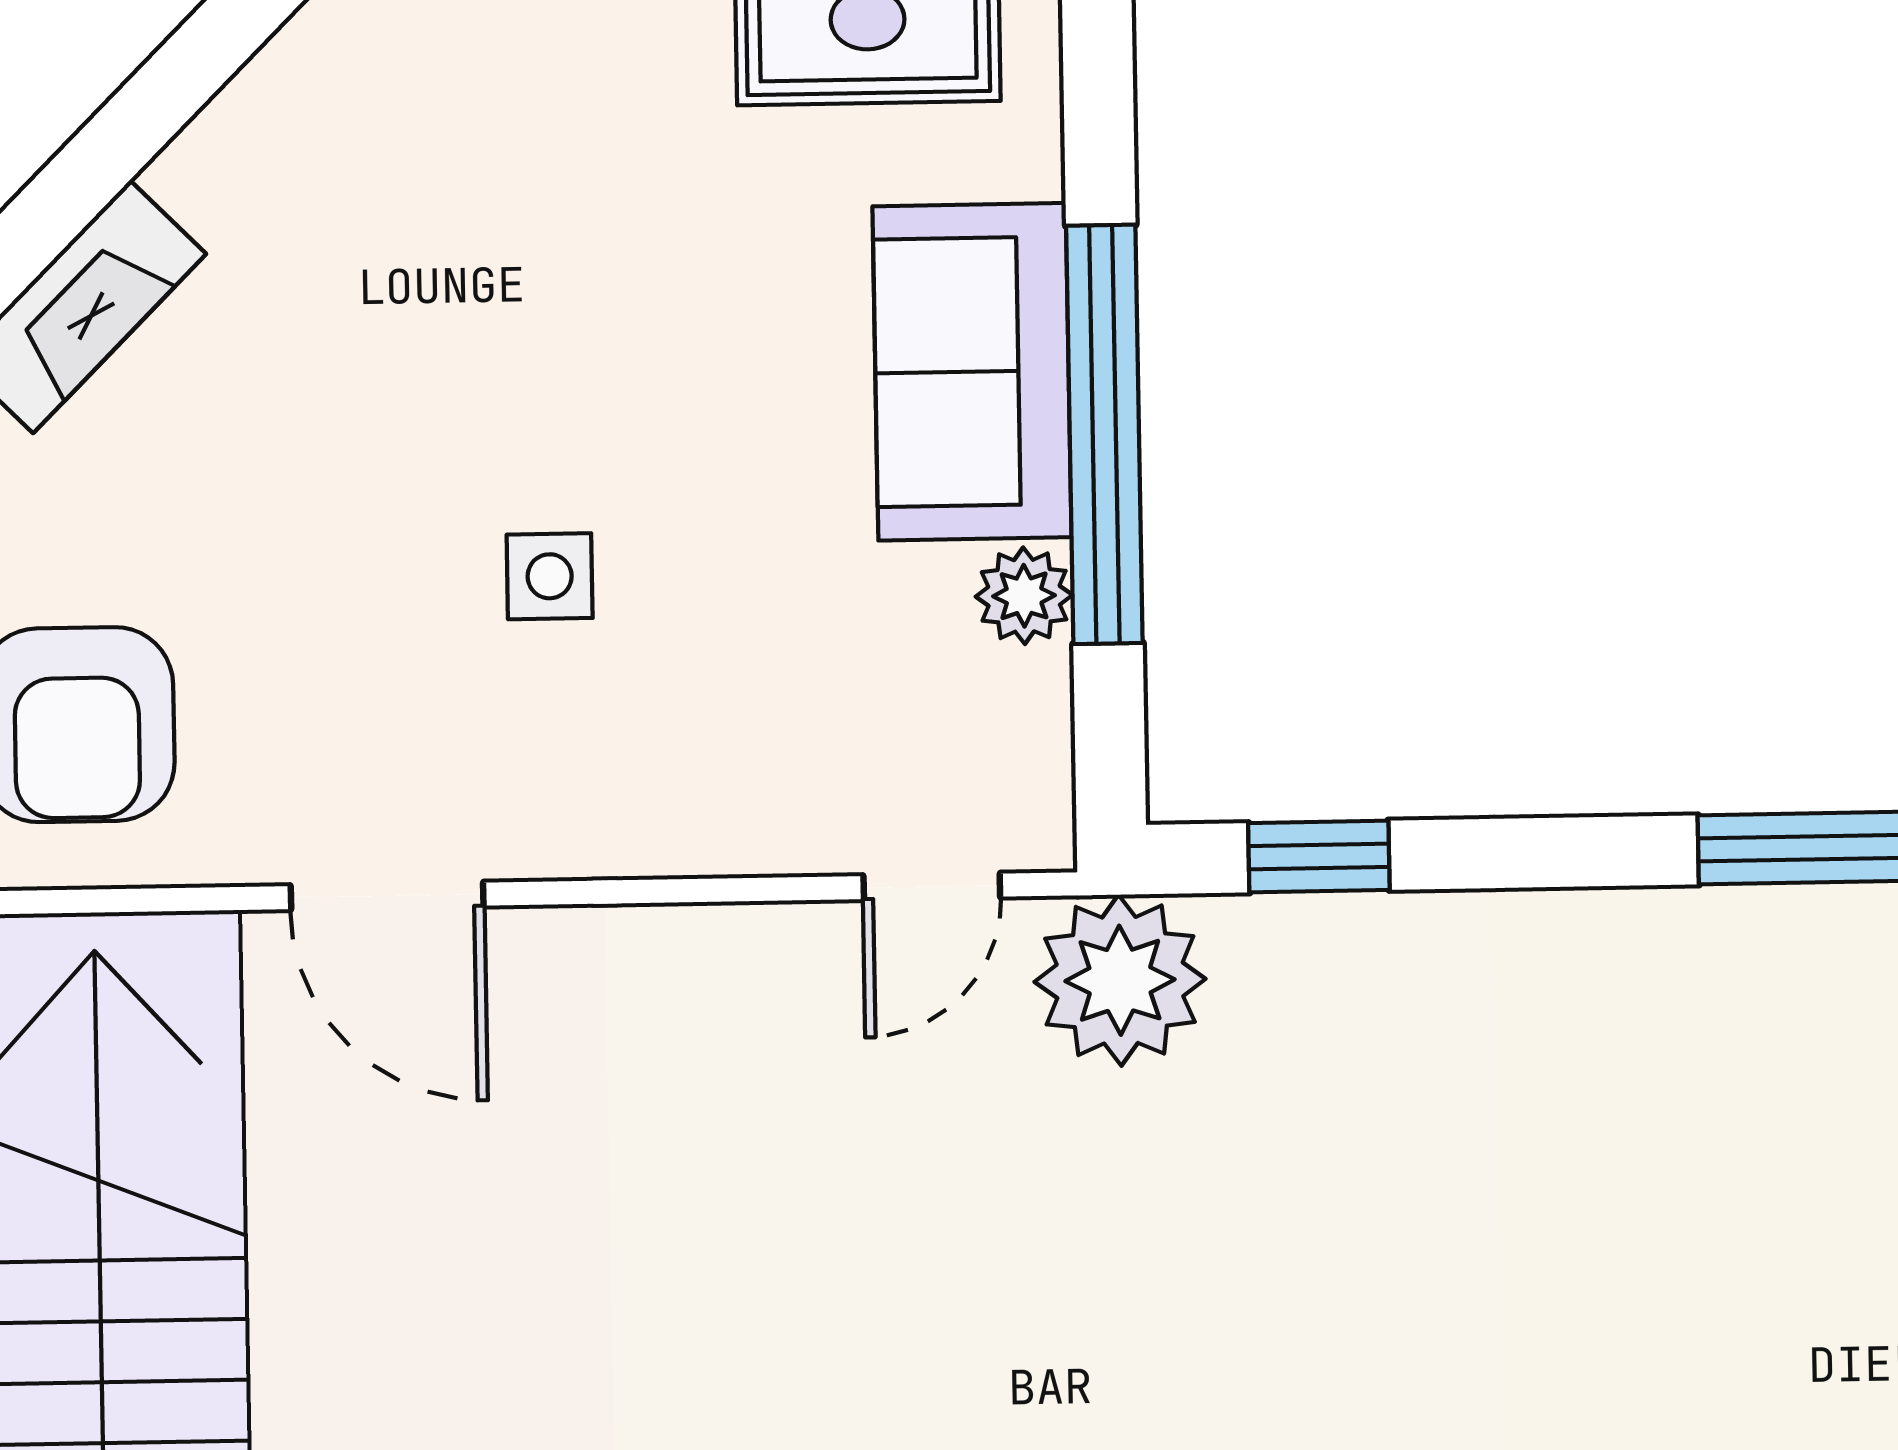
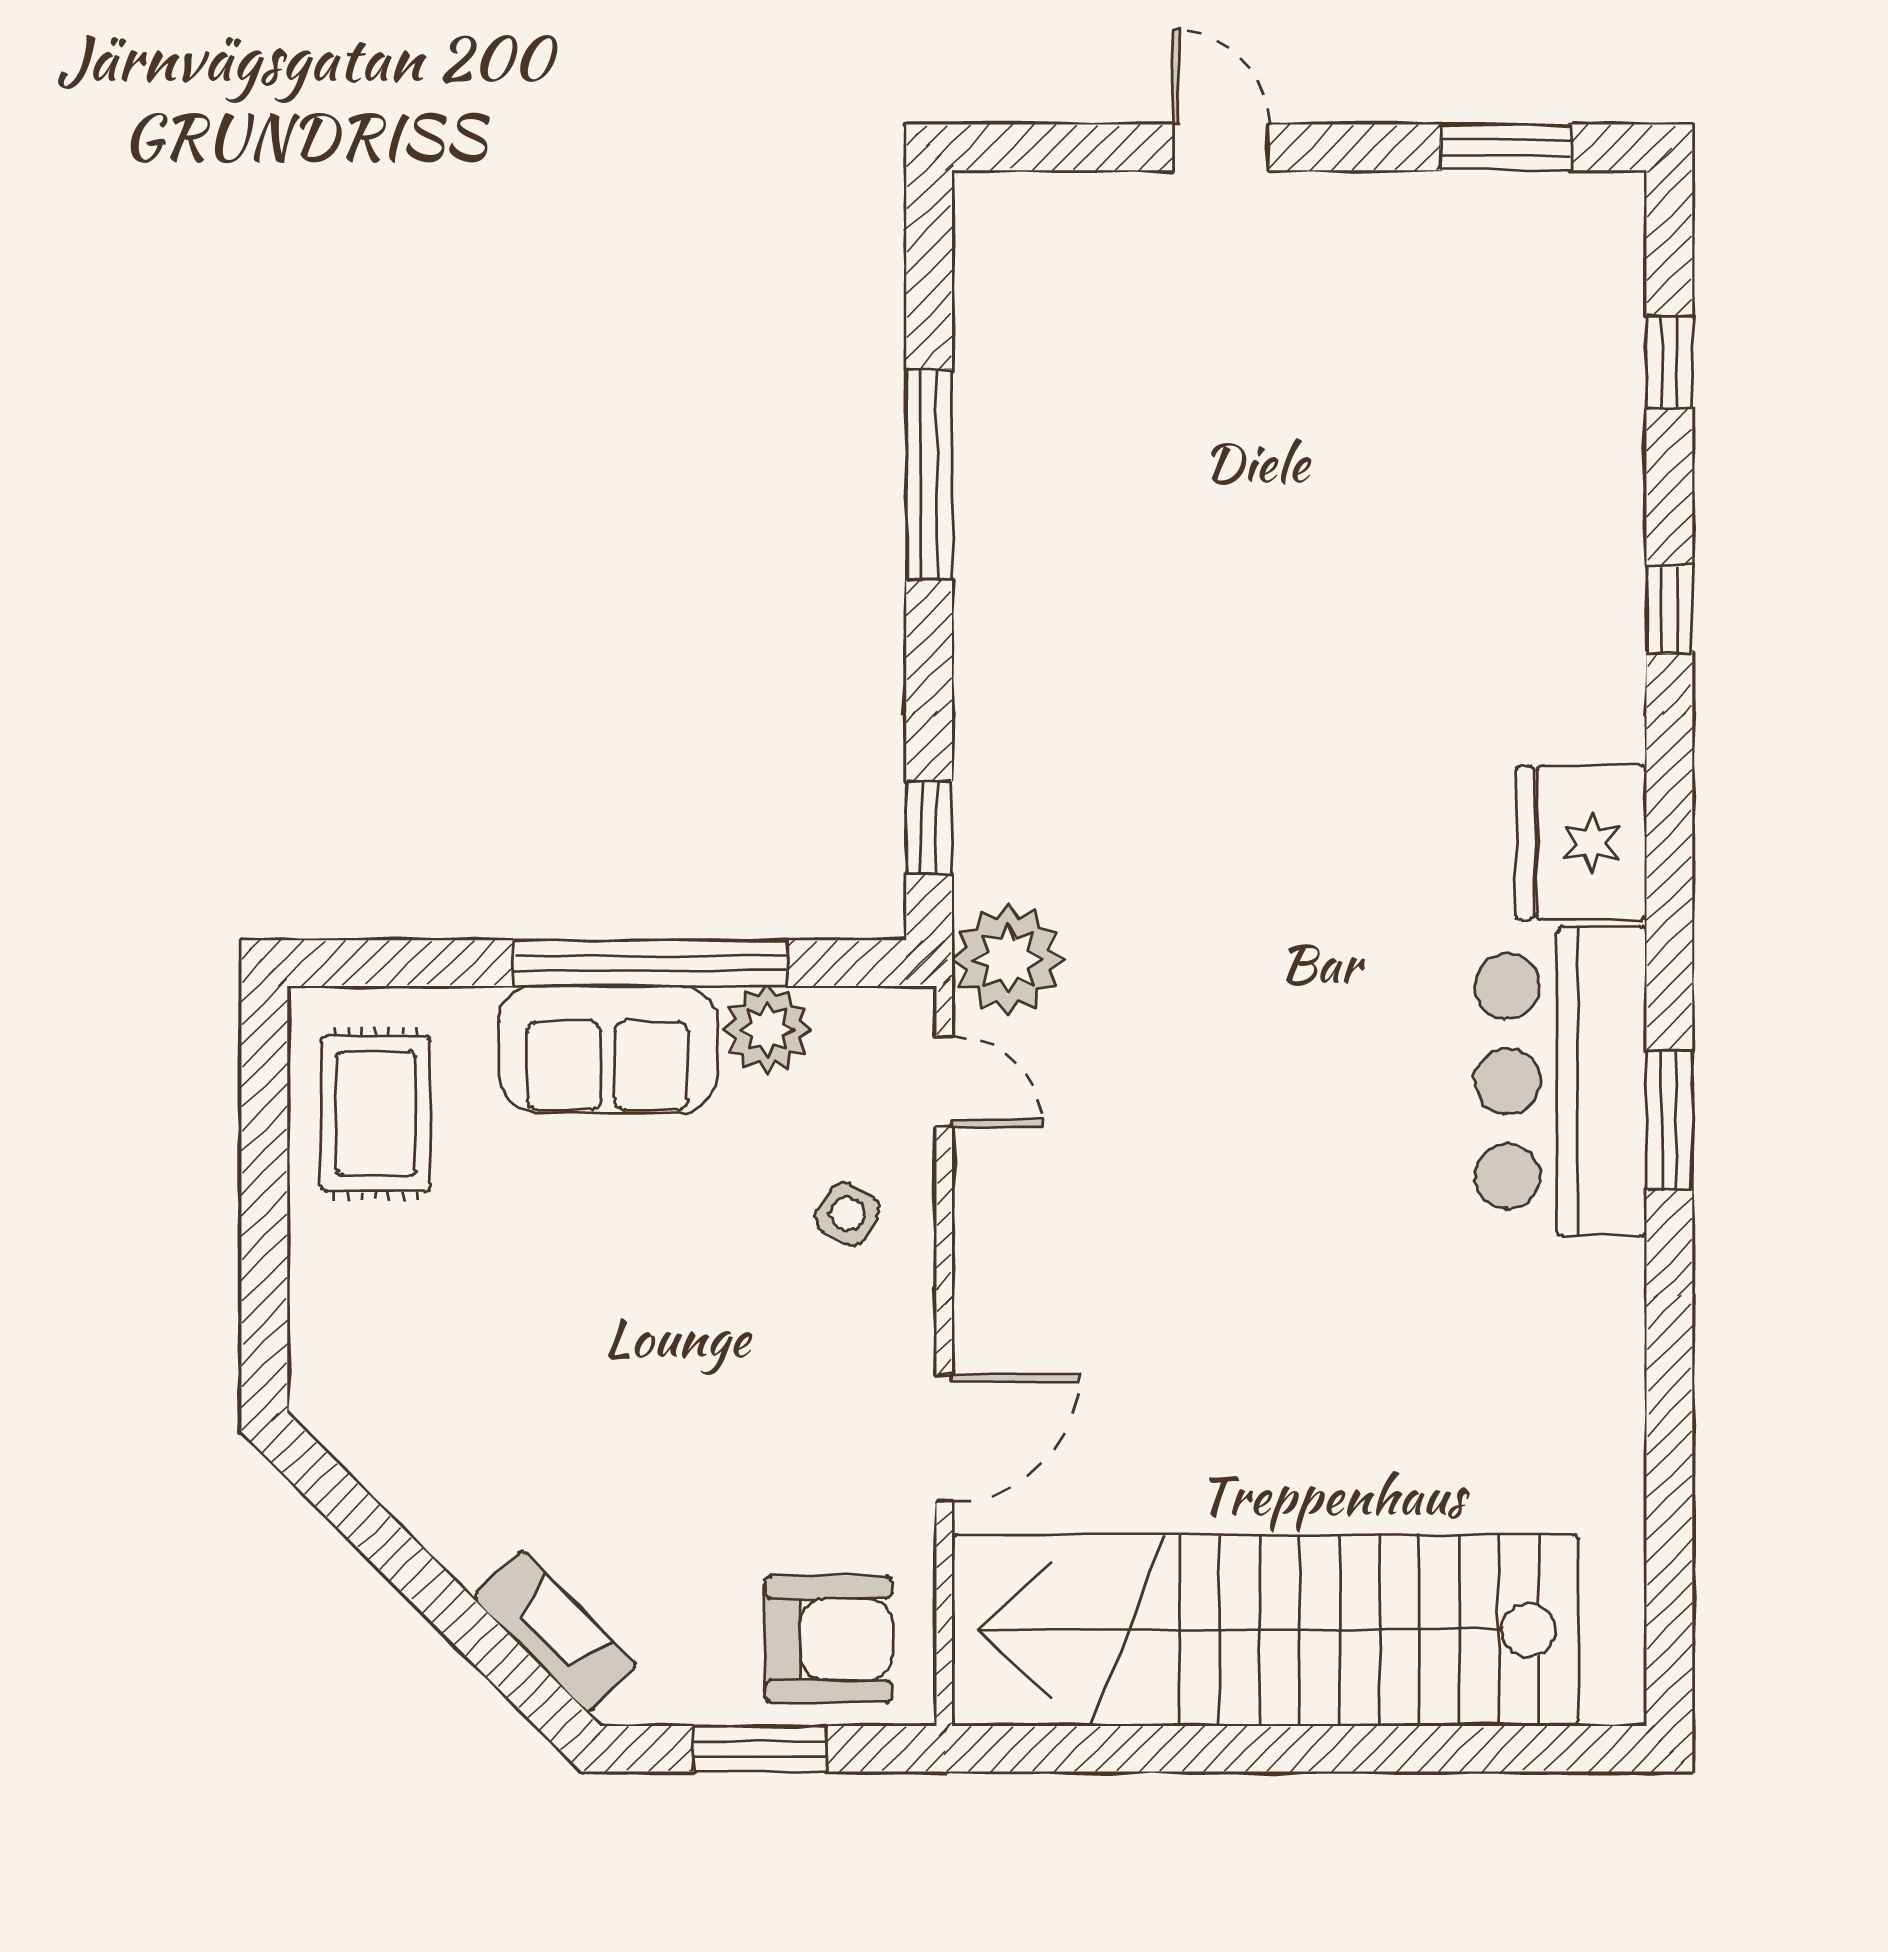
side table: (550, 576) -> (847, 1214), moved, turned 31
plant: (1024, 596) -> (767, 1029), width x1.38, depth x1.38

